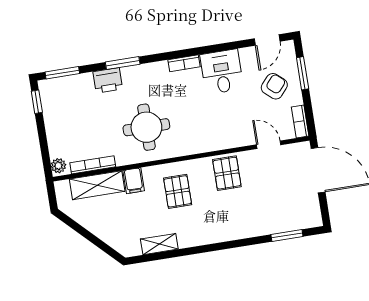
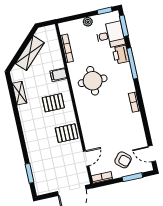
window: (123, 63) -> (132, 63), width x1.44
desk: (222, 72) -> (110, 35), moved
plant: (58, 166) -> (88, 22), moved
shelving: (97, 185) -> (30, 53), moved, turned 45

